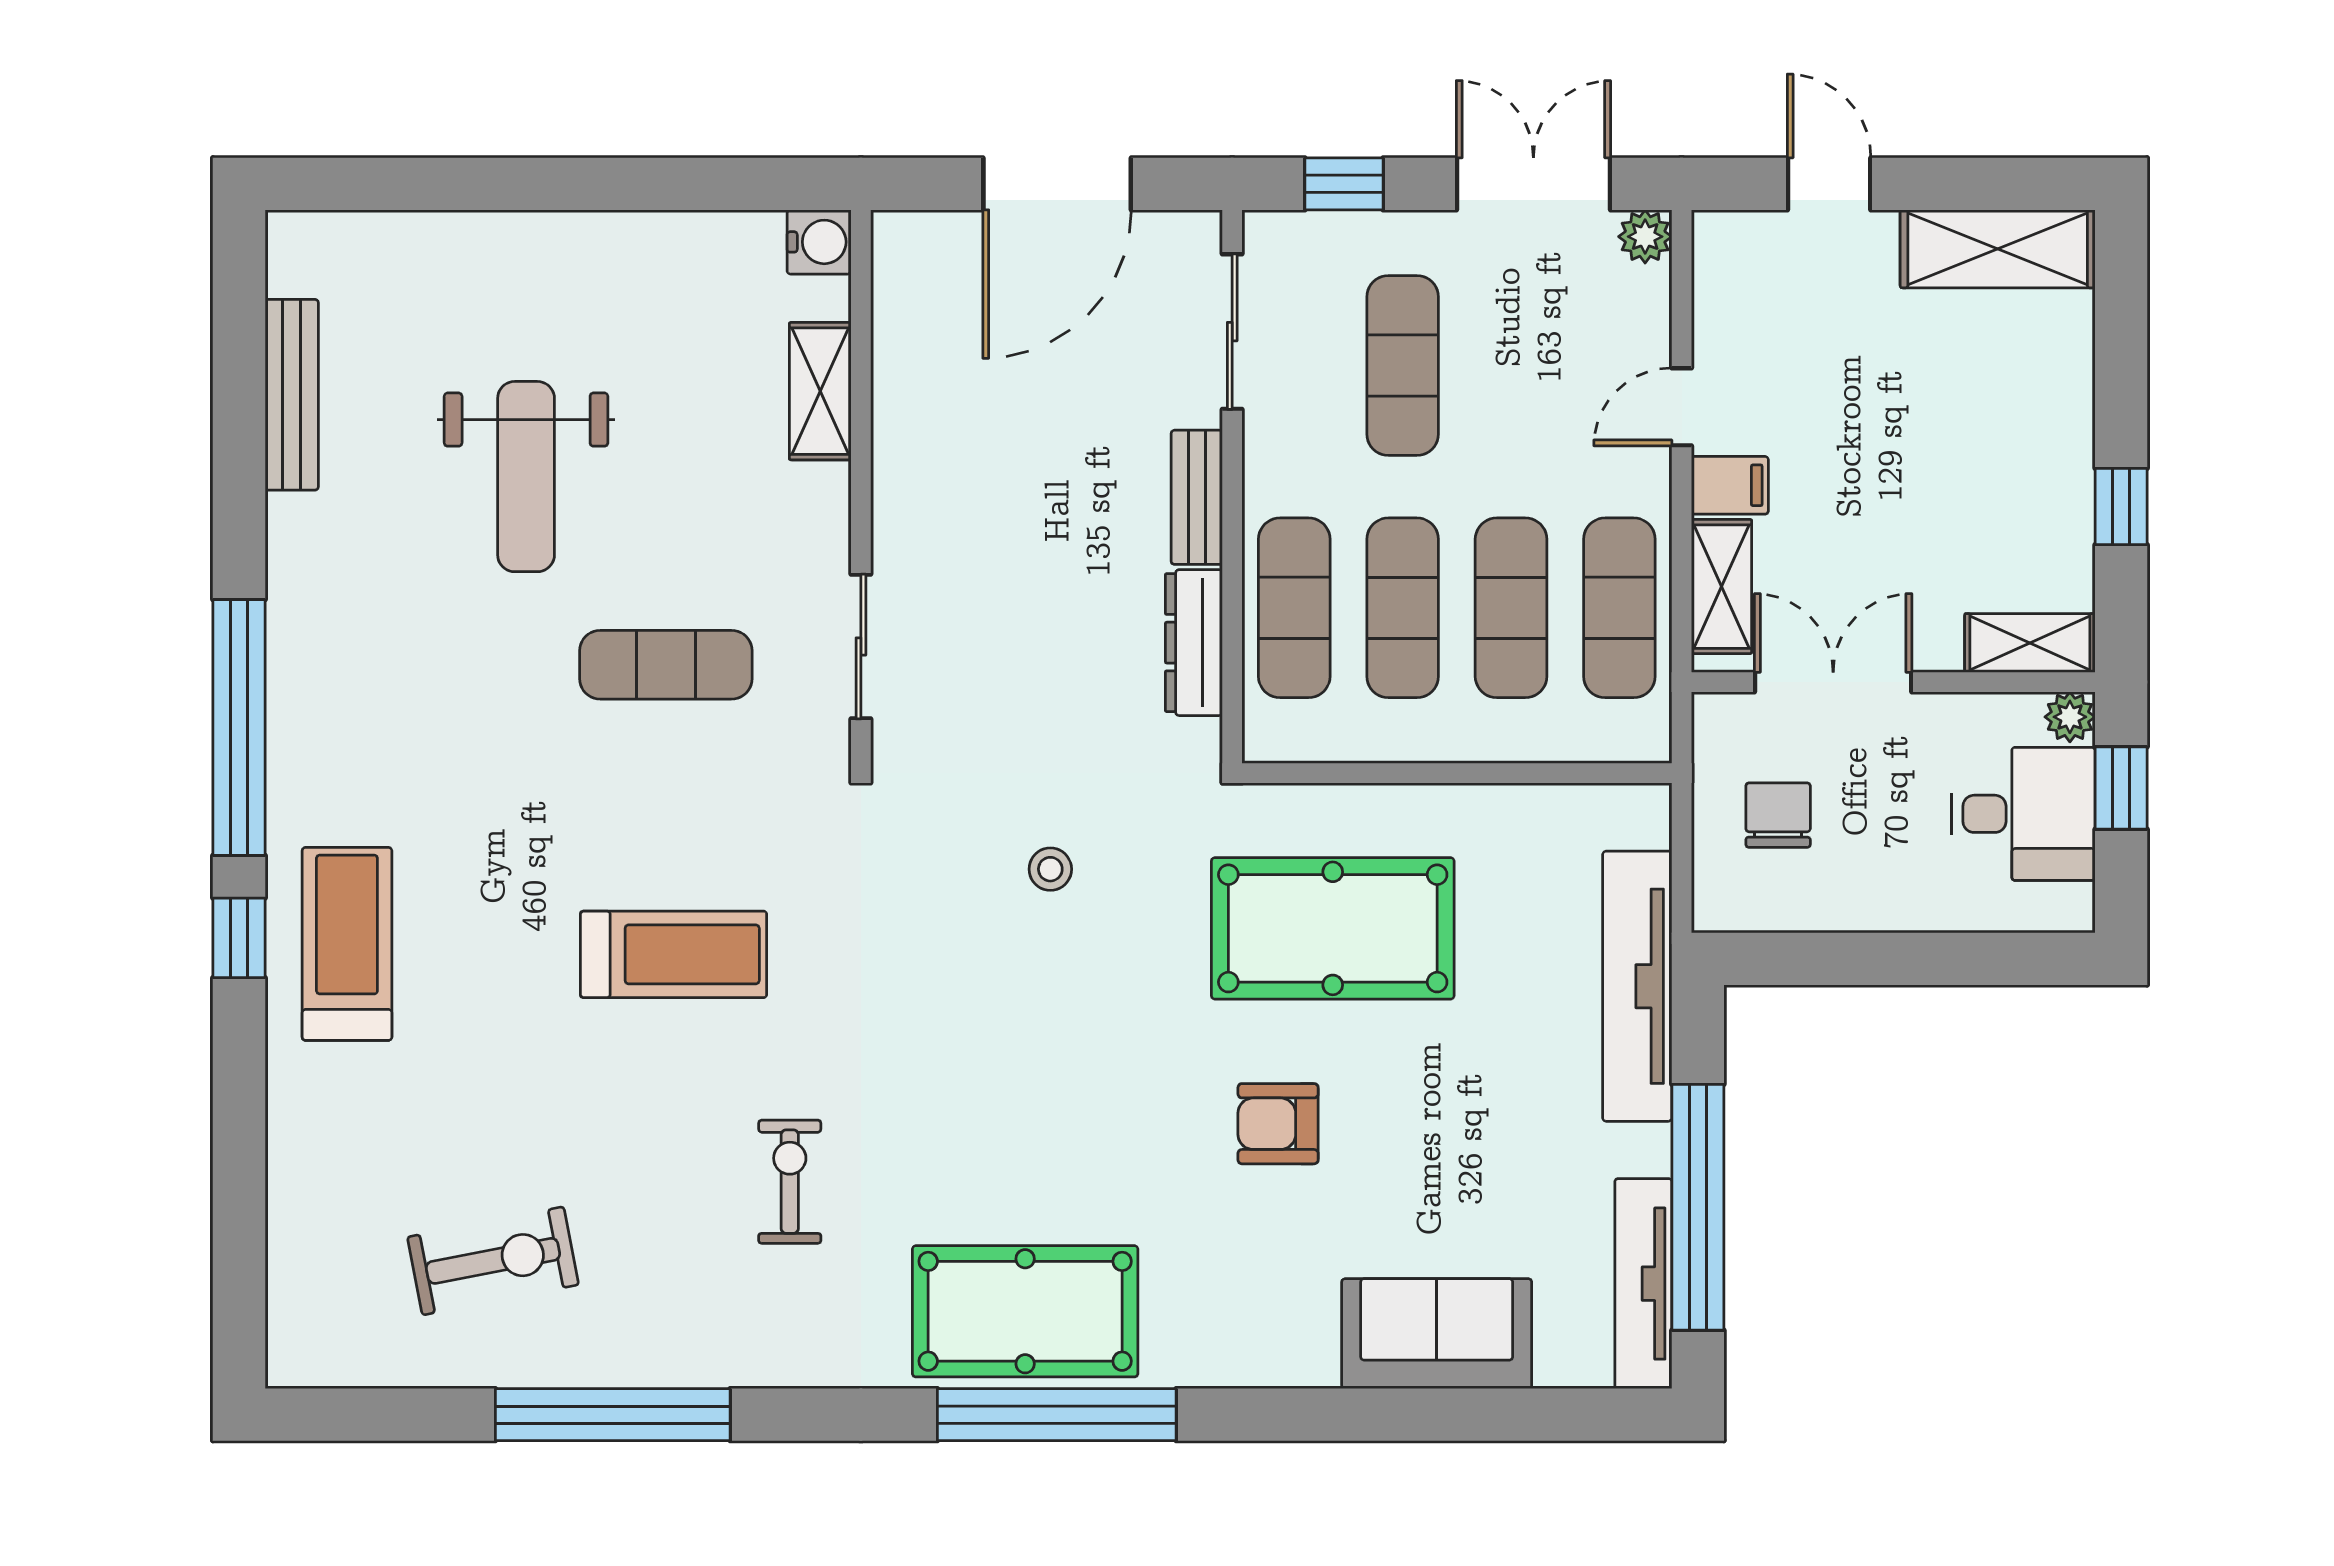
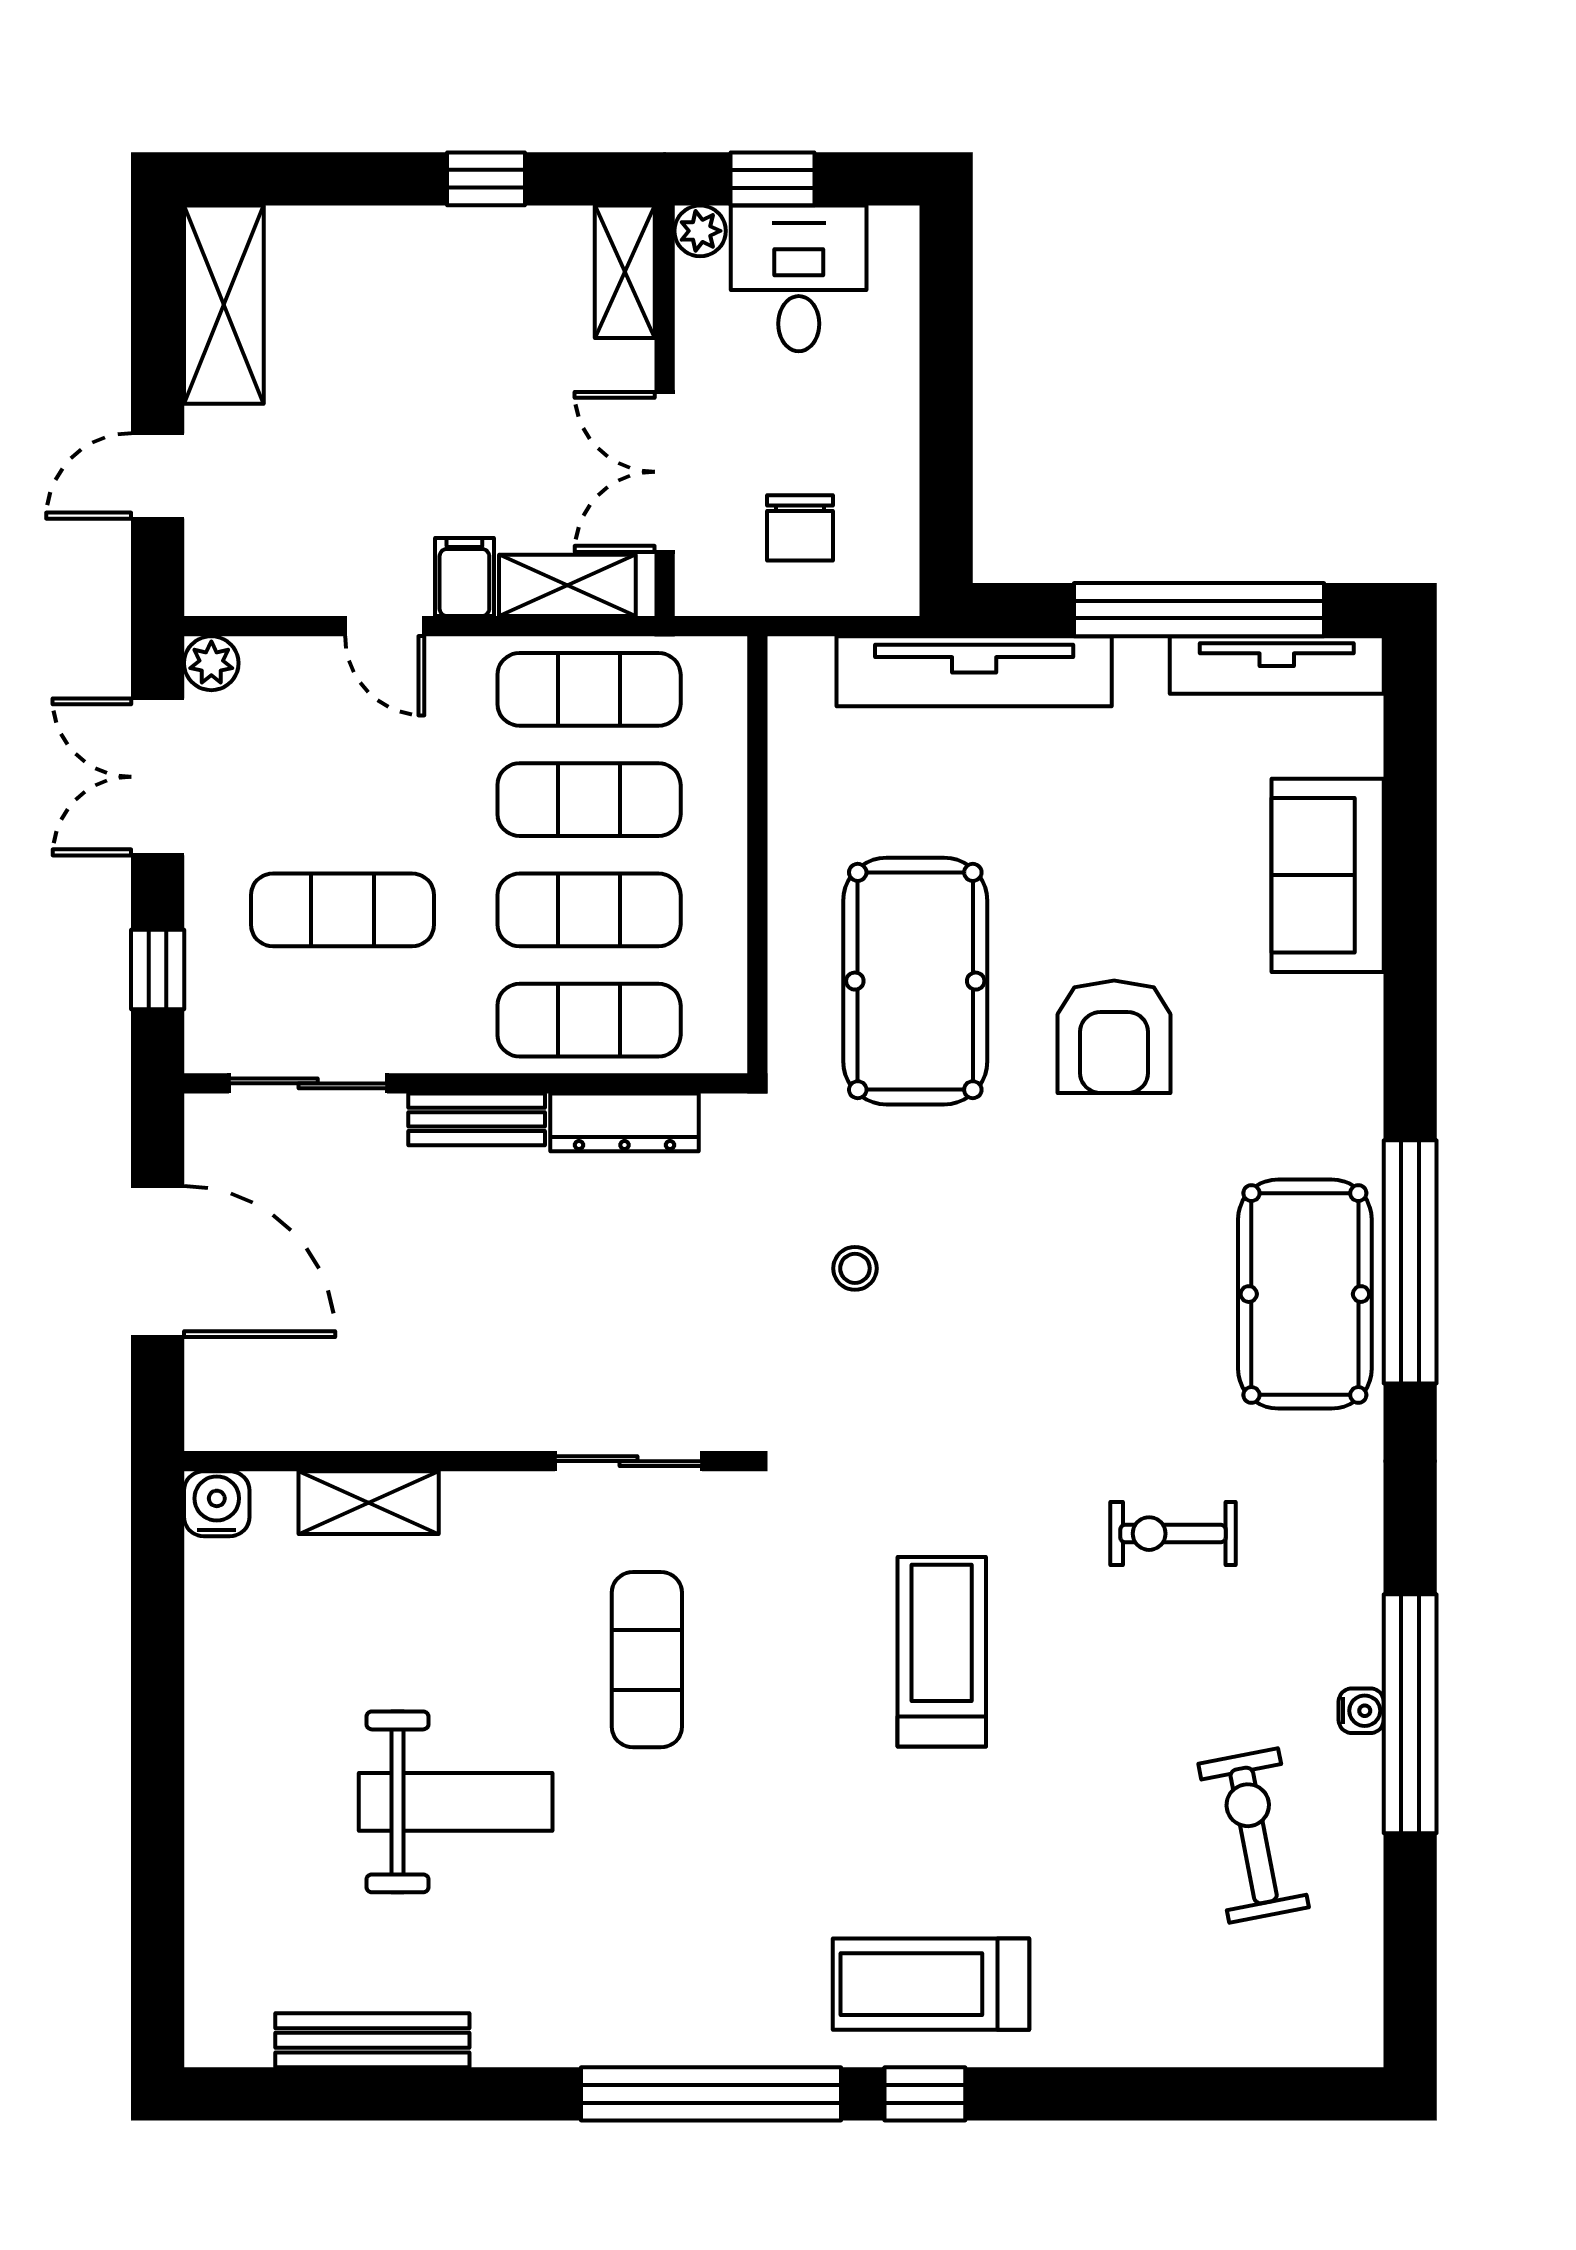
chair: (1778, 815) -> (800, 528), turned -90
armchair: (1278, 1124) -> (1114, 1037), width x1.38, depth x1.38
water cooler: (616, 1367) -> (1361, 1711), added

